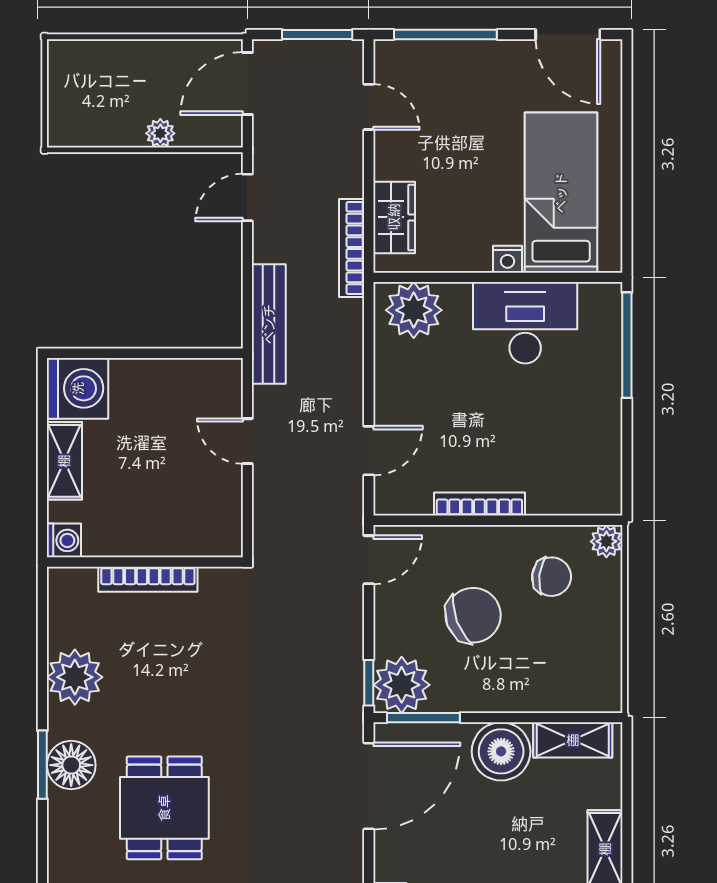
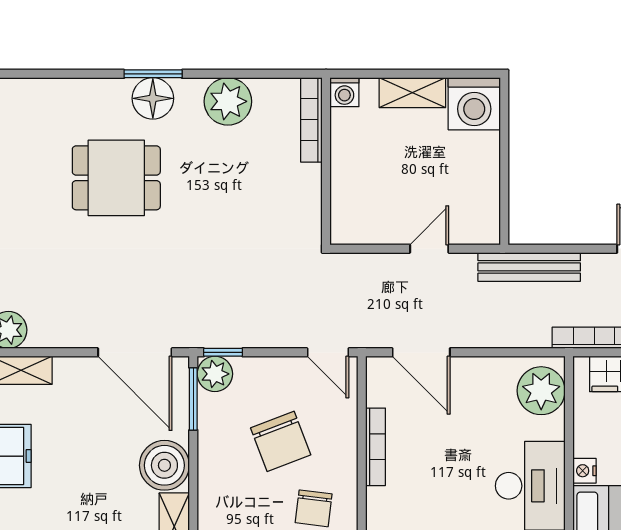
door: (369, 451) -> (421, 352), width x1.38
bookcase: (148, 579) -> (311, 120), moved
plant: (402, 685) -> (215, 374), width x0.73, depth x0.73

